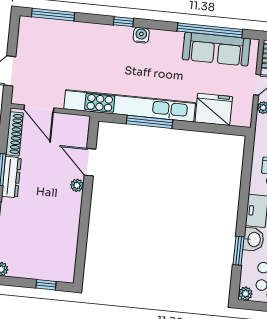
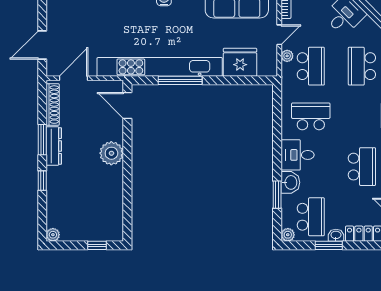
door: (39, 109) -> (74, 78), swing flipped
door: (90, 162) -> (127, 105), moved
plant: (77, 185) -> (111, 153), width x1.87, depth x1.87

